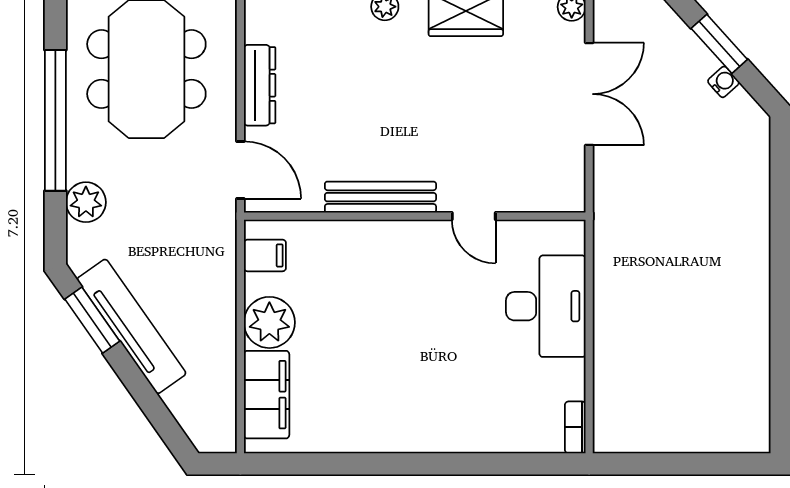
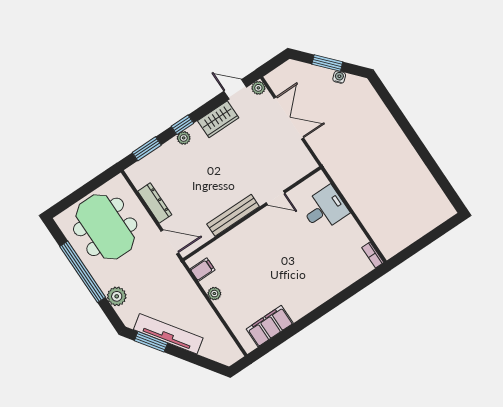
desk: (546, 306) -> (325, 209), width x0.73
plant: (269, 322) -> (214, 294), width x0.53, depth x0.53
filing cabinet: (267, 395) -> (270, 326), moved, turned -90

